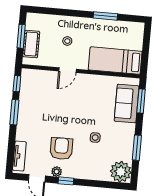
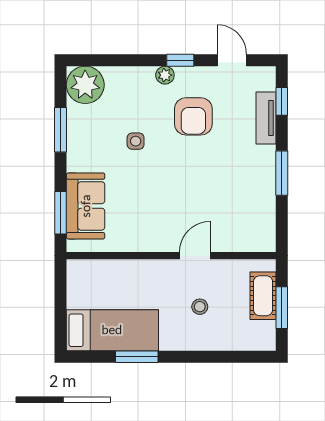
bed: (115, 61) -> (112, 330), moved
window: (17, 84) -> (282, 101), moved
tv unit: (19, 156) -> (266, 118), moved
plant: (57, 172) -> (165, 75), moved

